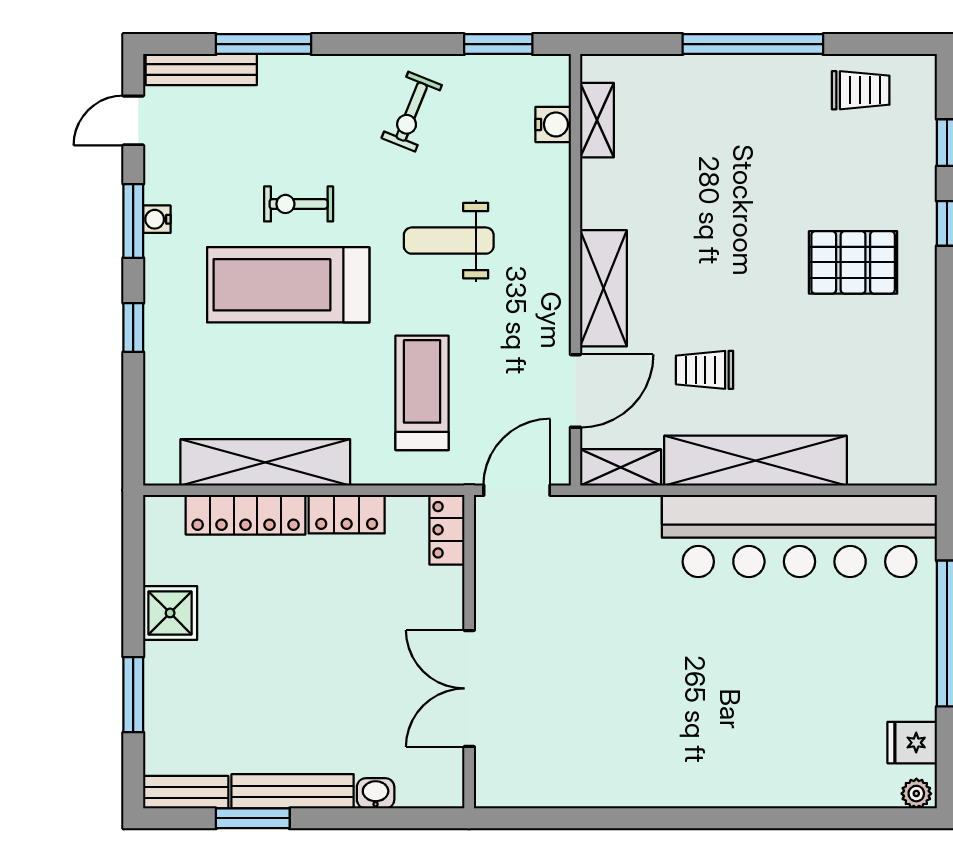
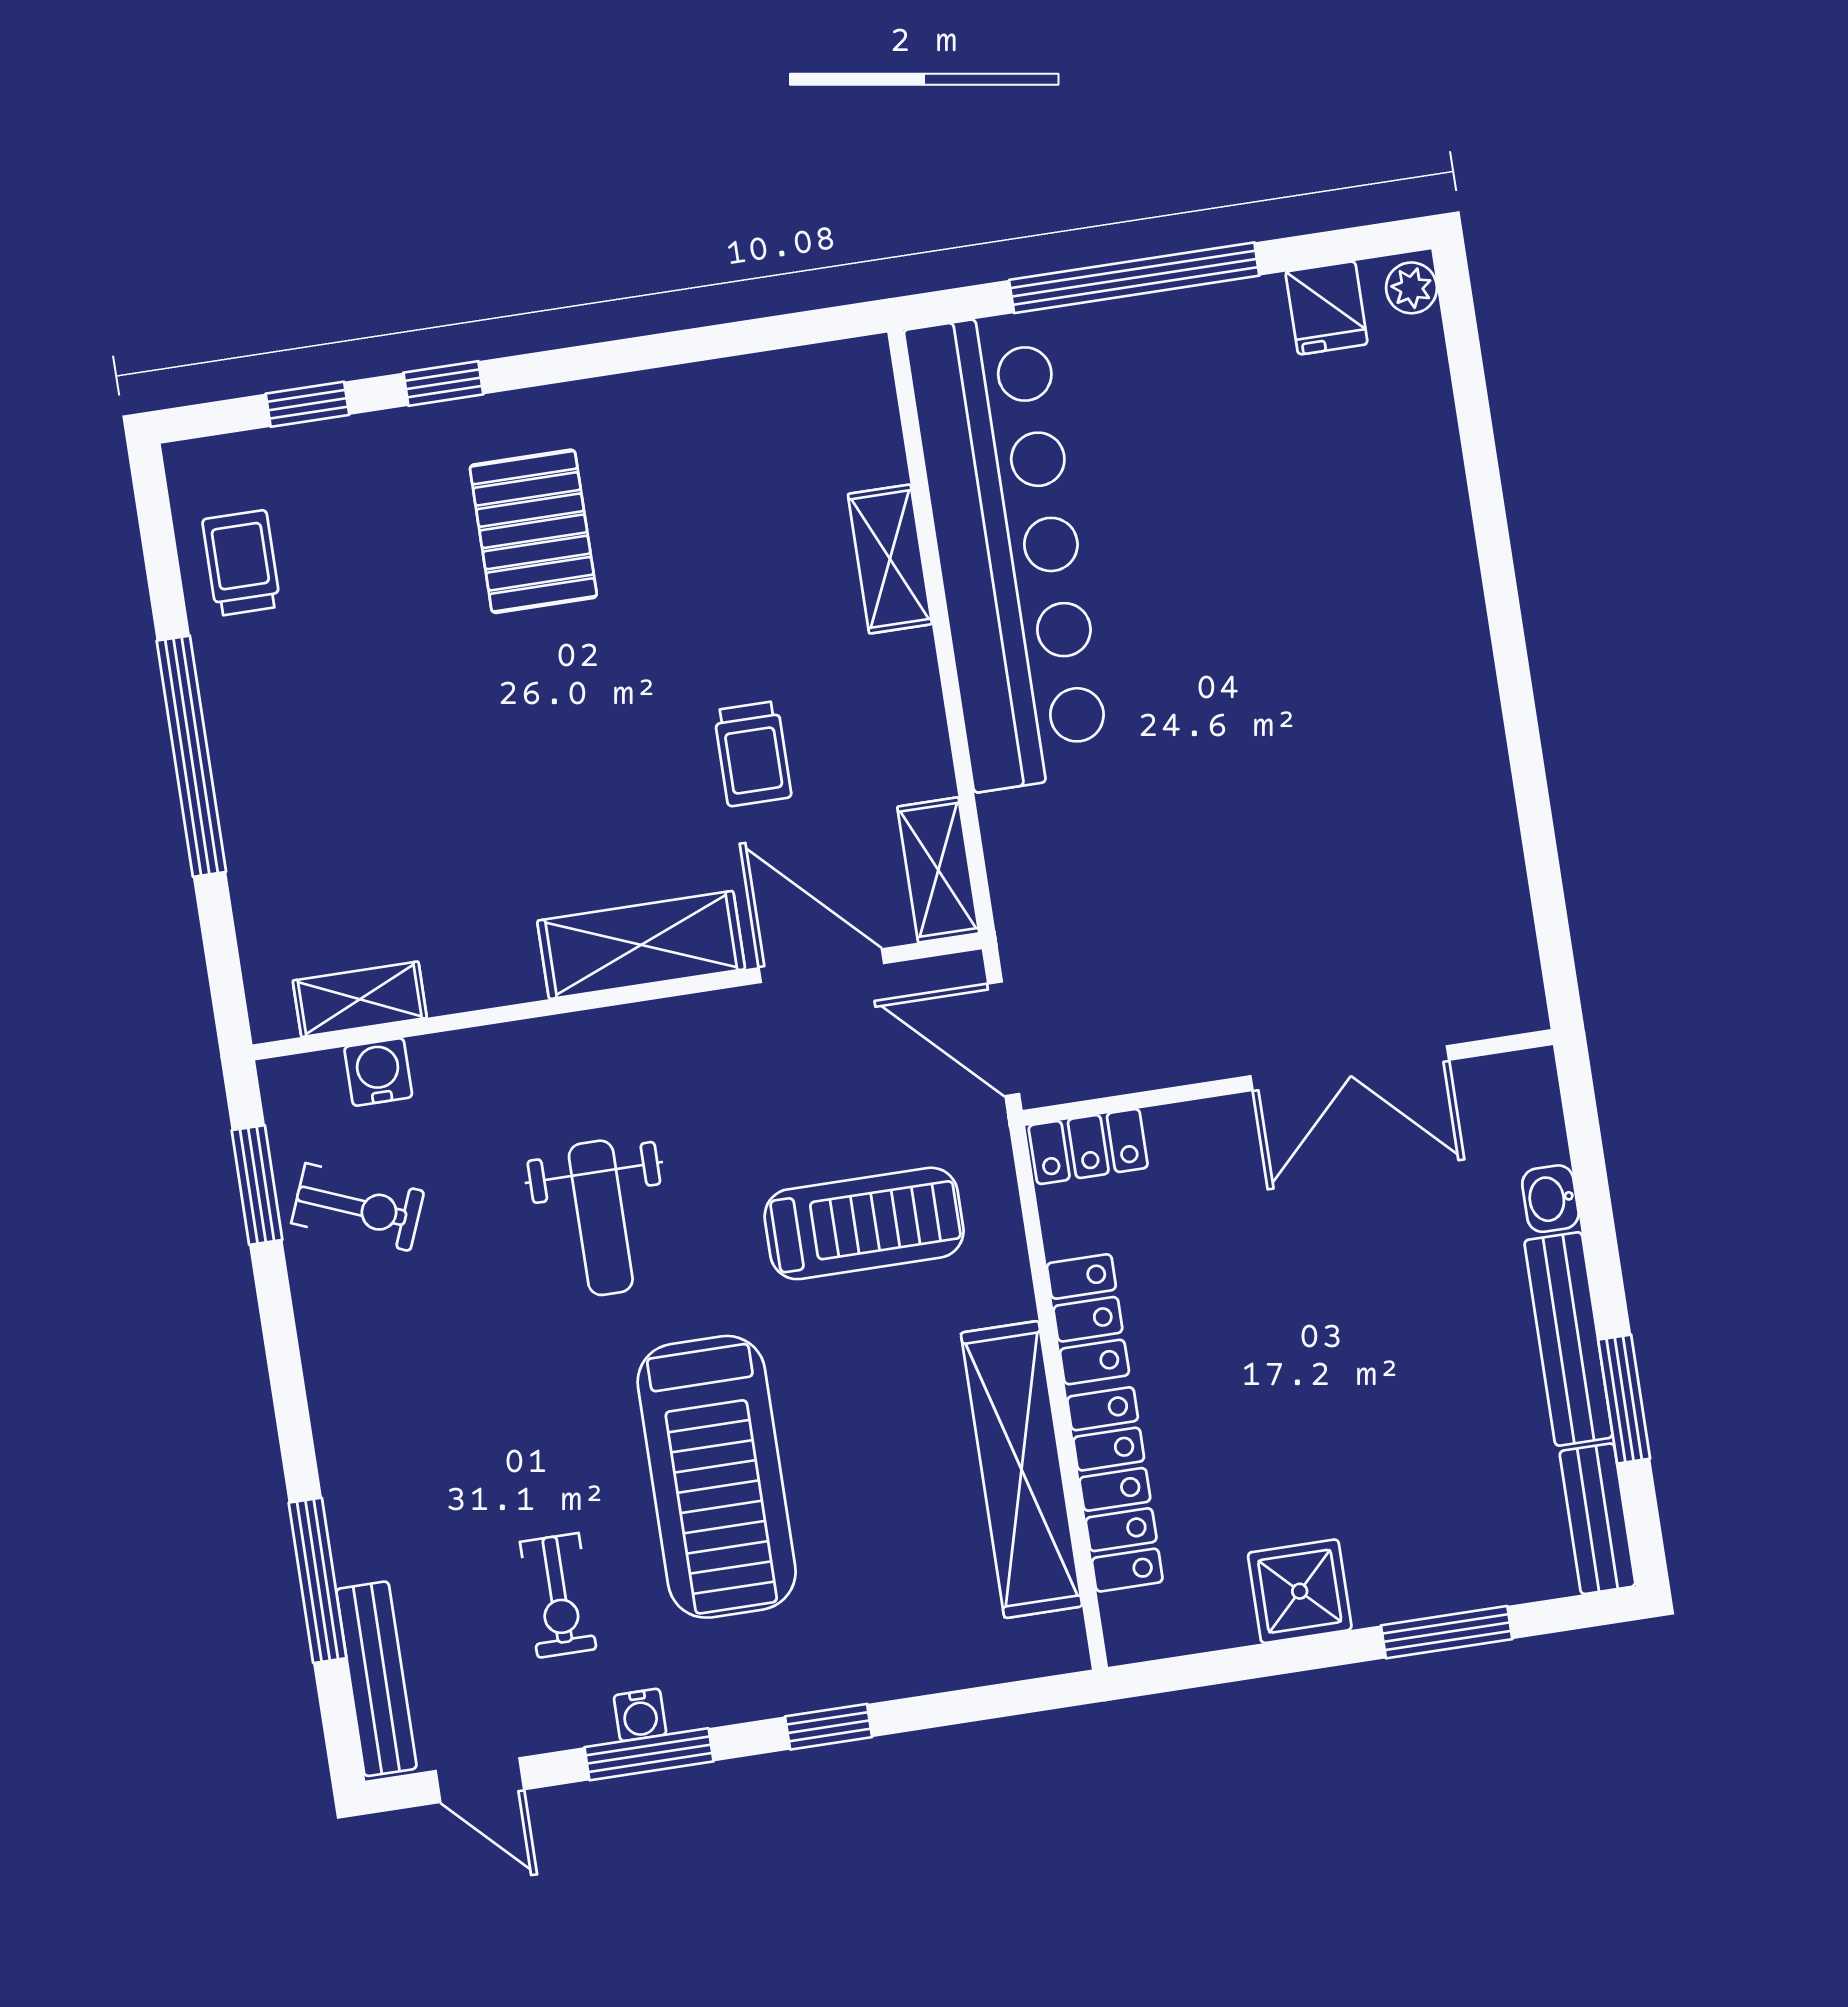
exercise bike: (412, 112) -> (358, 1207), moved
exercise bike: (299, 204) -> (558, 1595), moved
treadmill: (422, 393) -> (864, 1223), turned 180
shelving: (756, 461) -> (890, 559), width x0.45, depth x0.75

